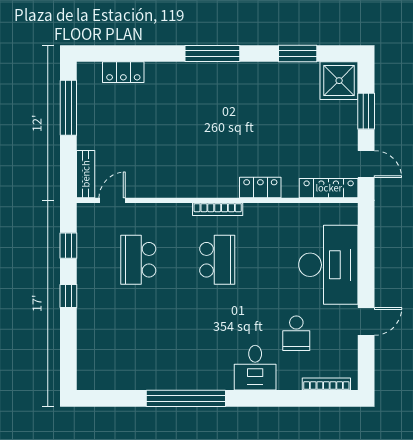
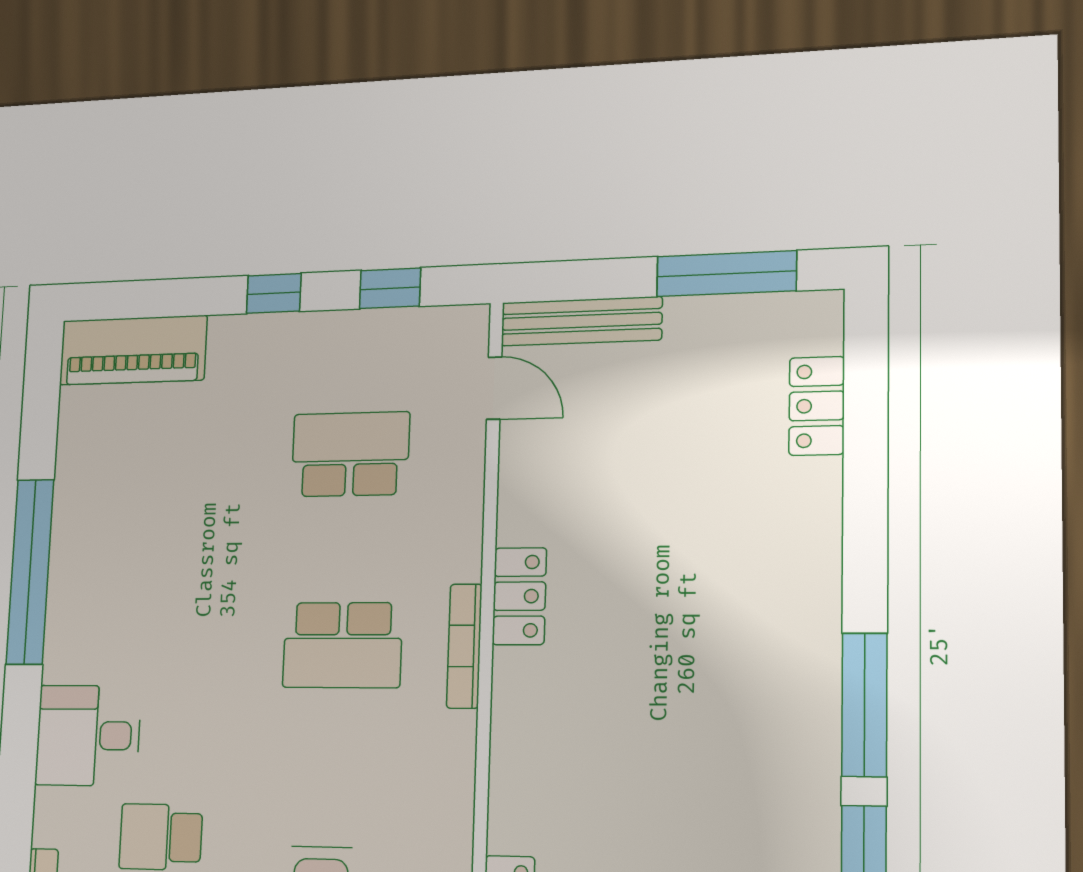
window: (212, 53) -> (864, 705), moved
bench: (86, 174) -> (581, 321), width x1.36
locker: (260, 187) -> (519, 596), moved
piano: (91, 358) -> (133, 350), added

